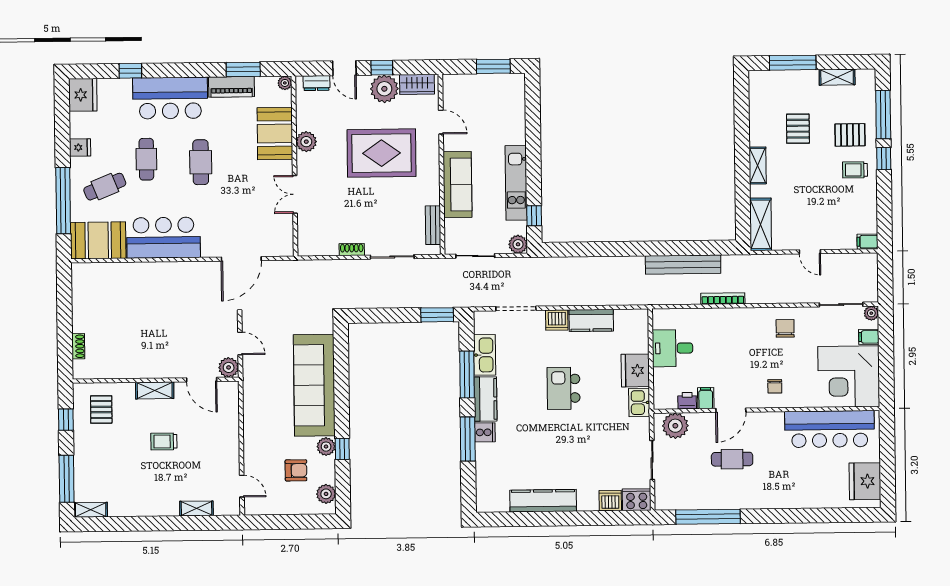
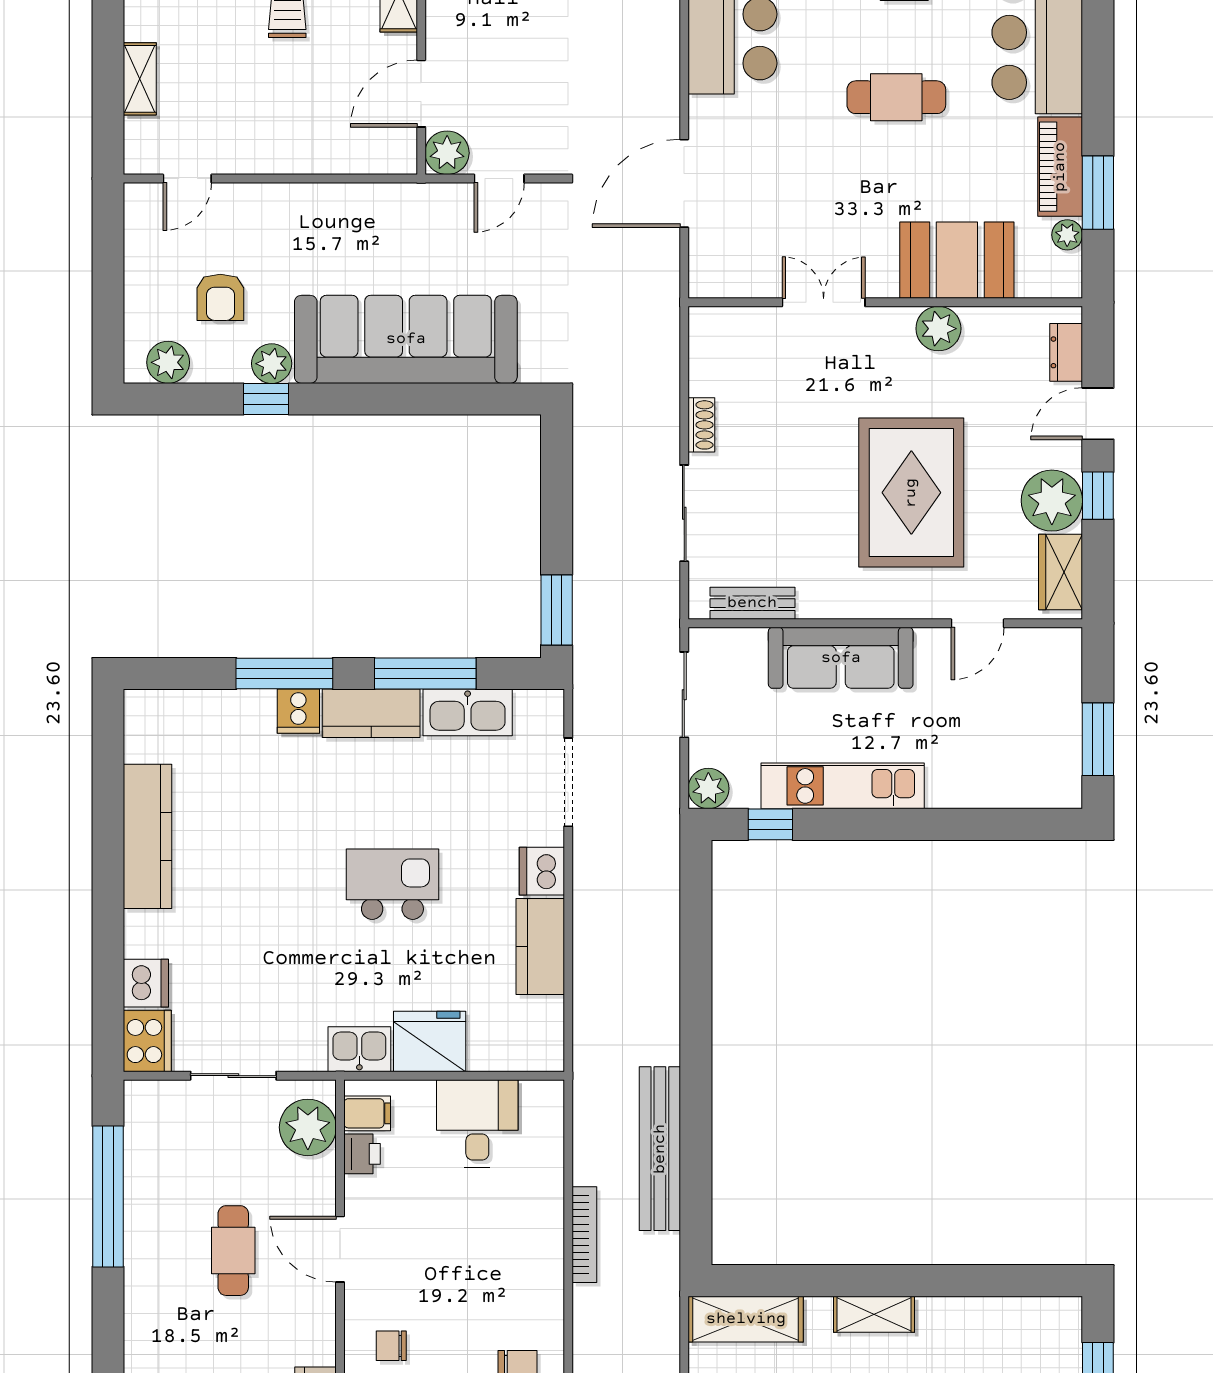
plant: (285, 83) -> (1067, 235), moved
door: (241, 259) -> (684, 183), hinge flipped
filing cabinet: (706, 398) -> (367, 1113), moved

